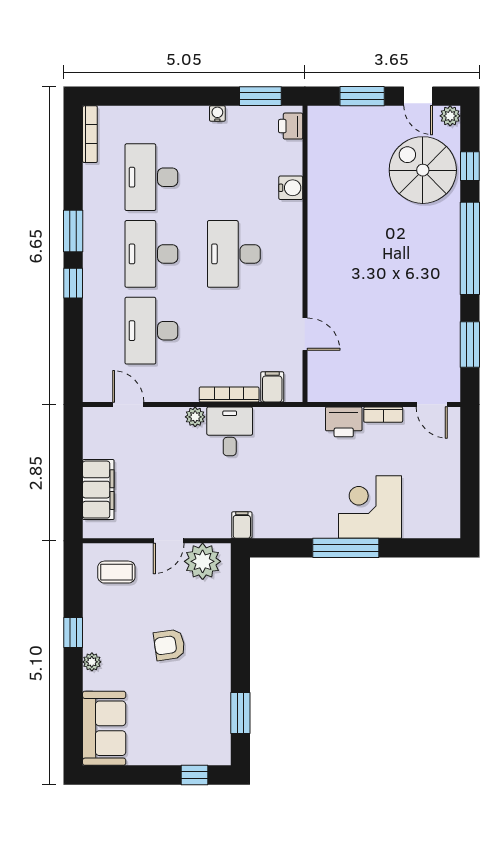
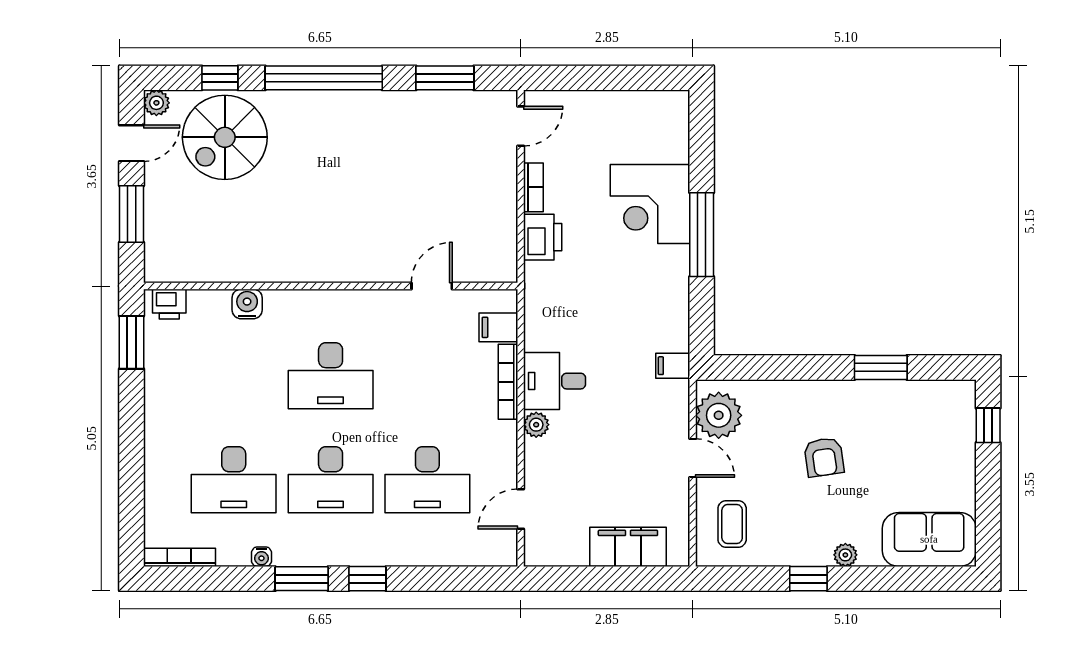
water cooler: (217, 114) -> (261, 557), moved, turned -90
window: (240, 713) -> (881, 367), moved

